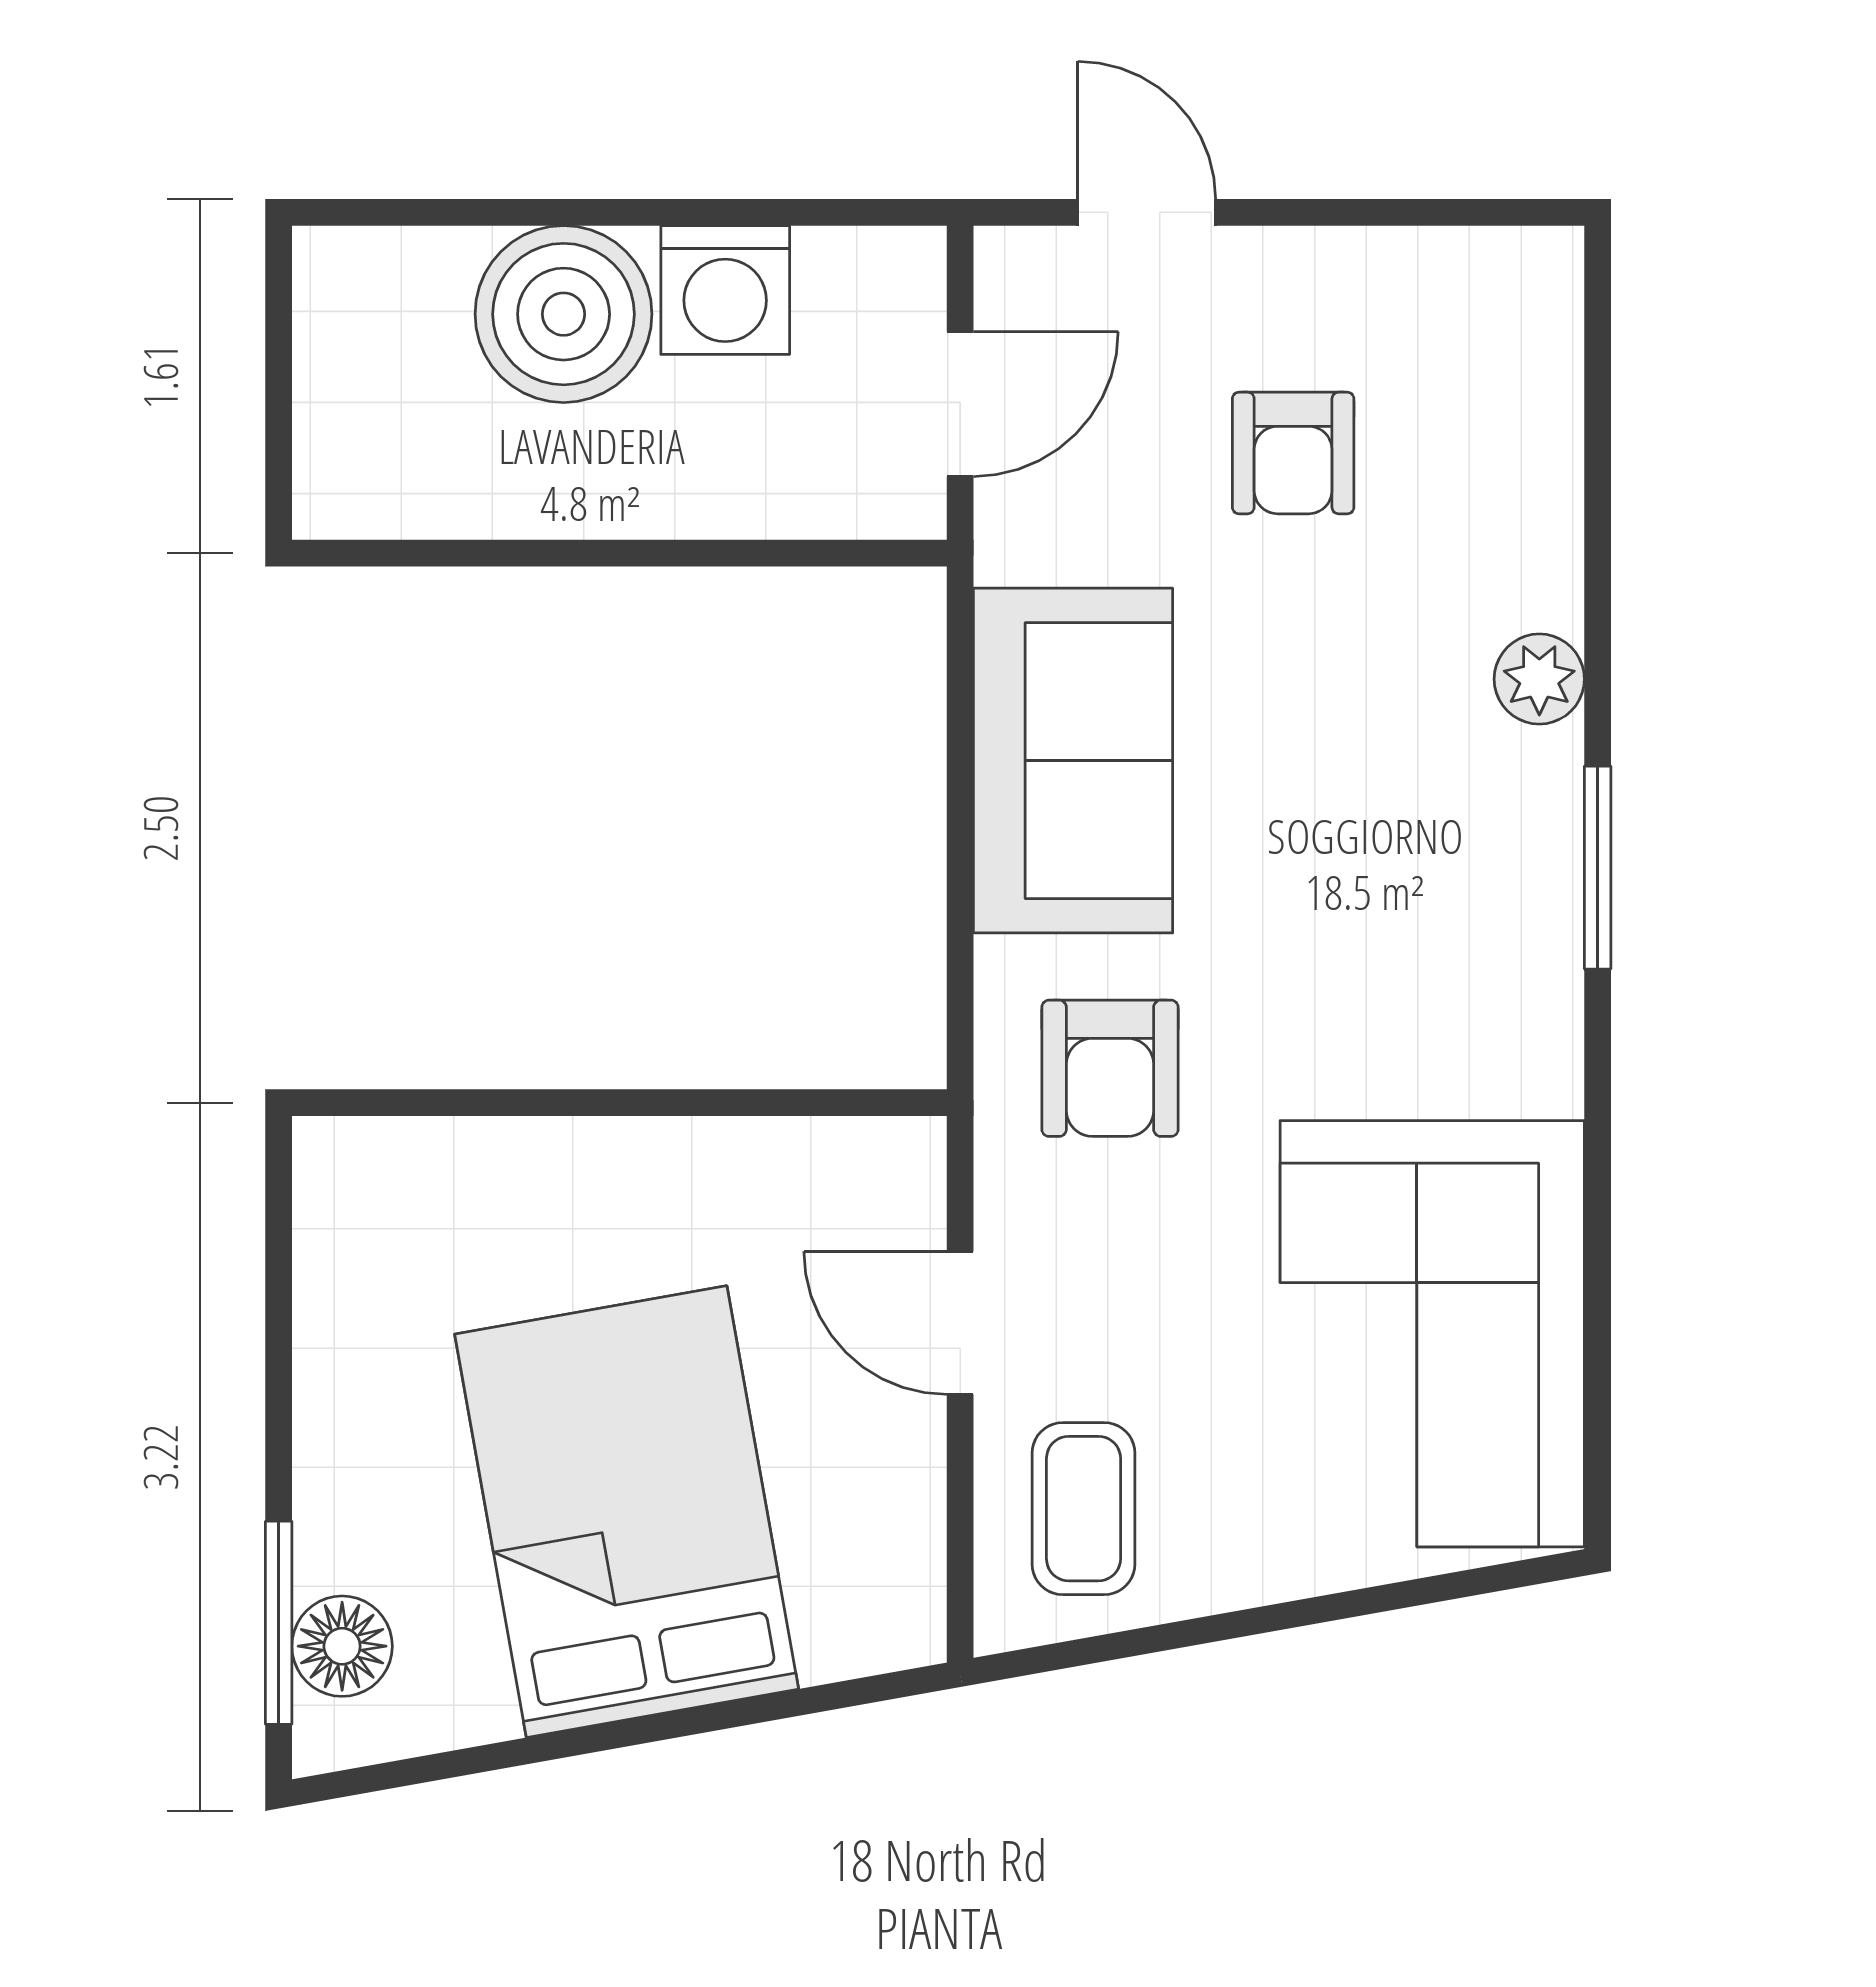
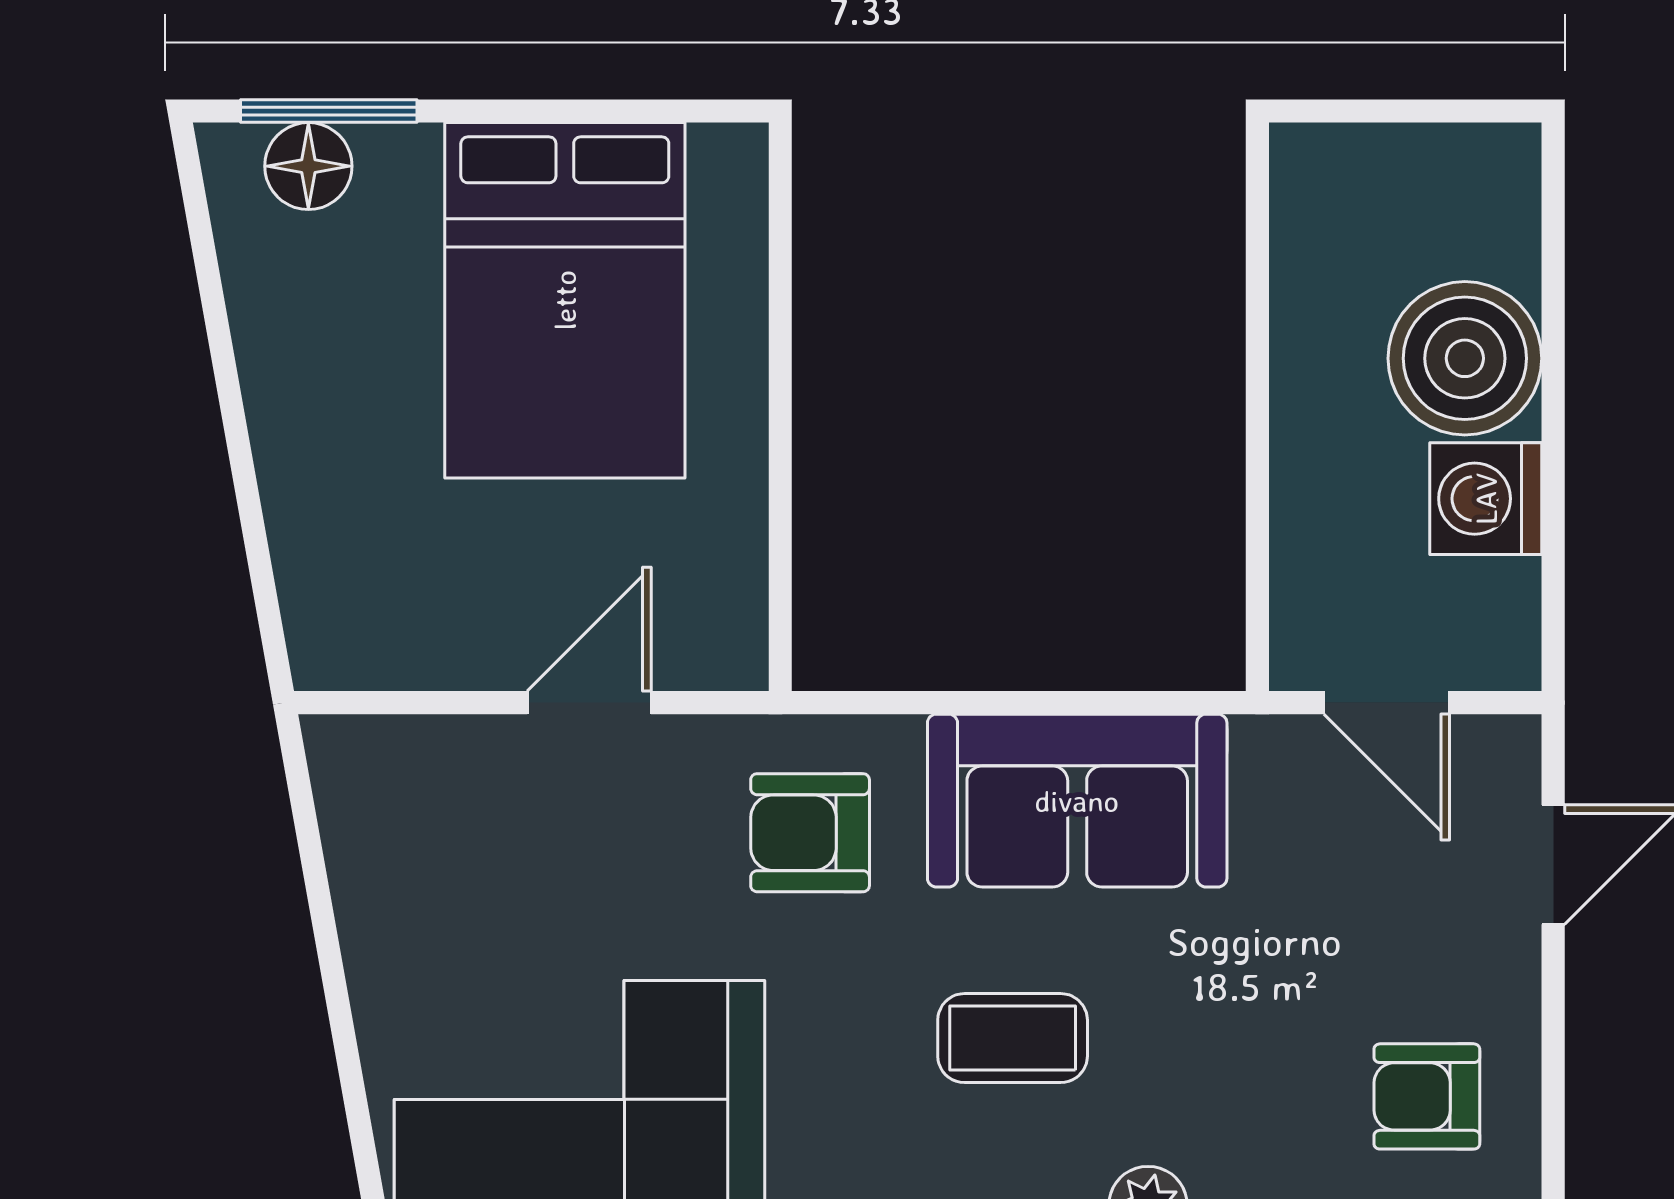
armchair: (1293, 453) -> (1427, 1096), moved
coffee table: (1084, 1509) -> (1013, 1038), moved
bed: (627, 1512) -> (565, 300), moved, turned 100

